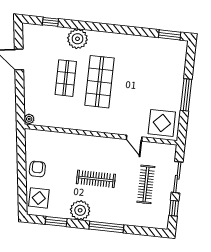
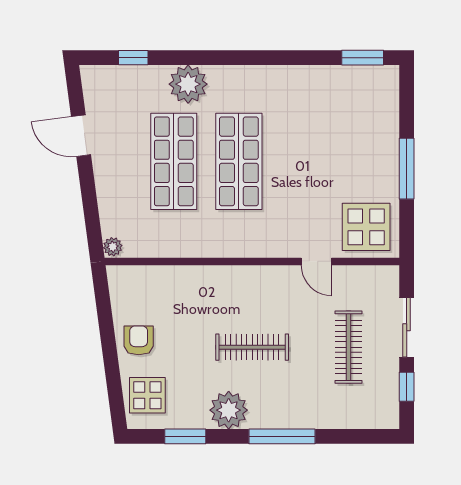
shop shelf: (66, 78) -> (174, 161), width x1.43, depth x1.36

